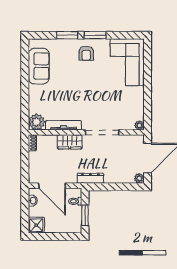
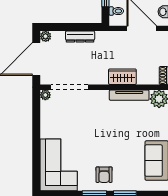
armchair: (86, 53) -> (104, 175), turned 180
doorway: (102, 132) -> (69, 87), moved
dresser: (90, 178) -> (80, 37), moved

